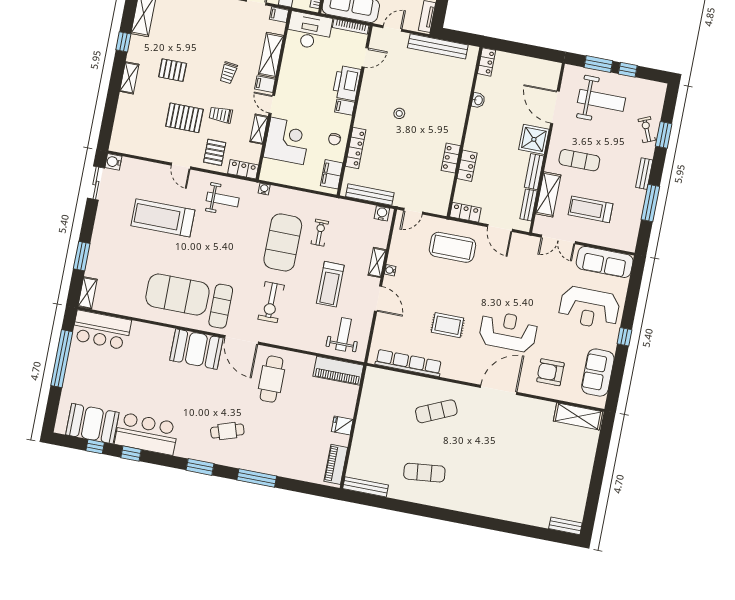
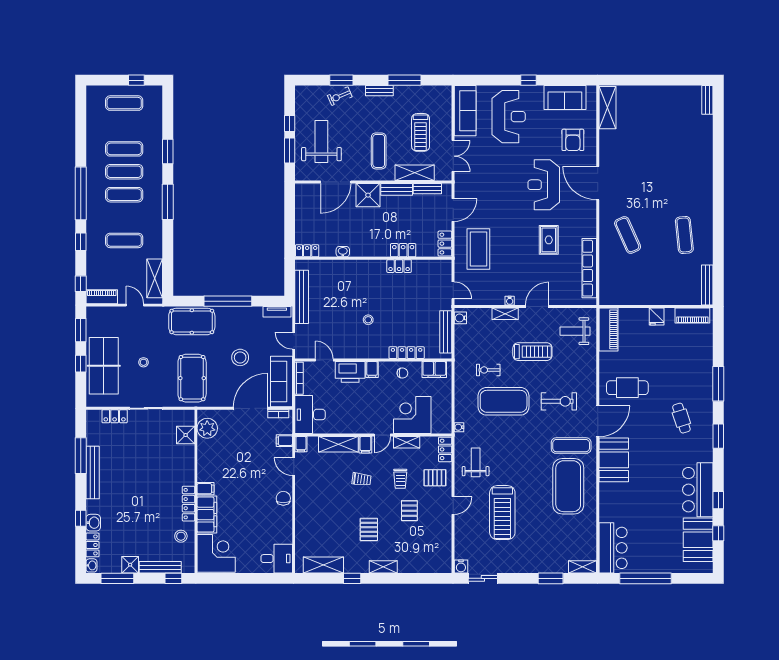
pallet: (184, 118) -> (409, 511), width x0.67, depth x0.71

